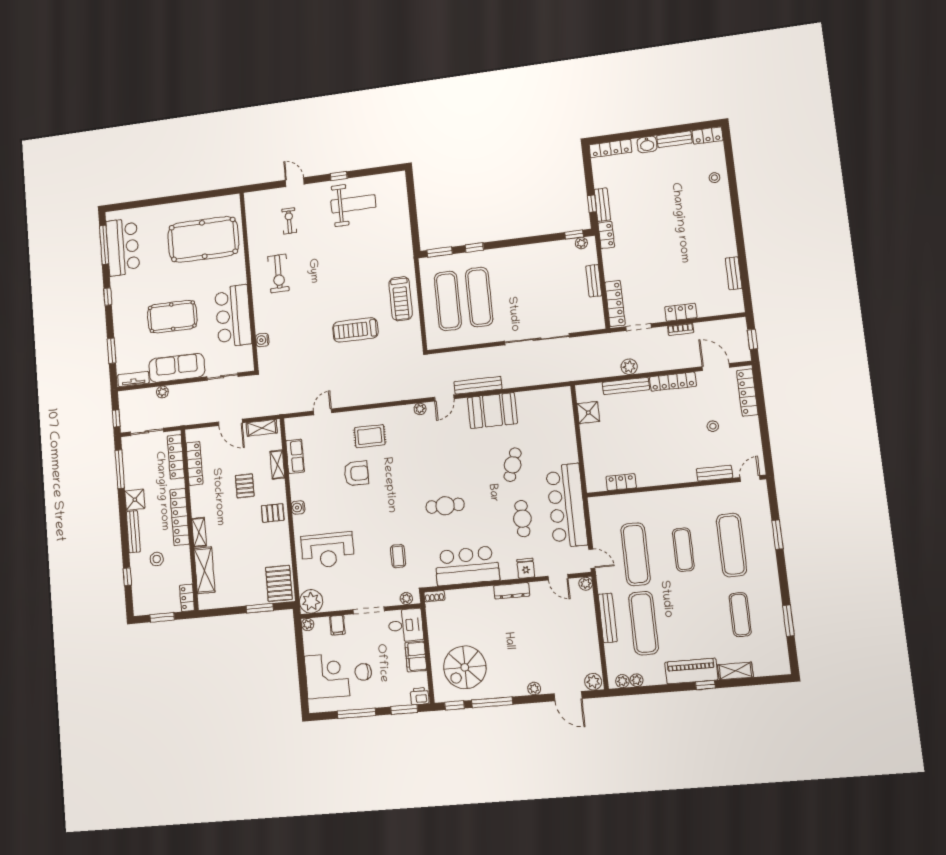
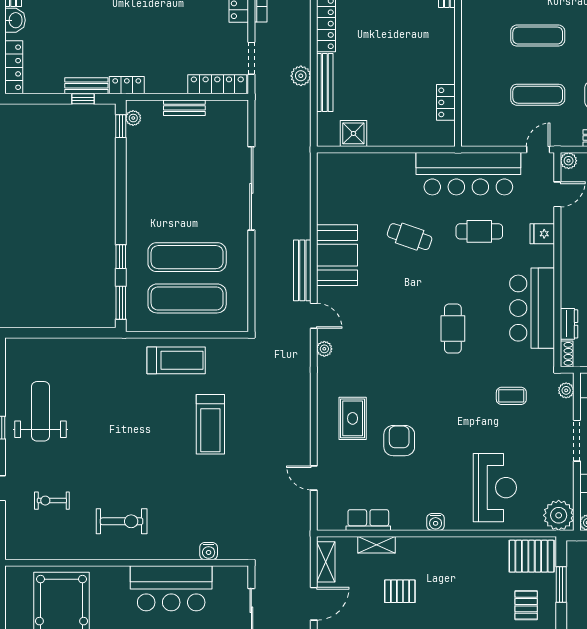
pallet: (273, 513) -> (526, 605), moved
exercise mat: (636, 554) -> (538, 95), width x0.73, depth x0.69
dresser: (512, 591) -> (569, 324), moved, width x0.70

